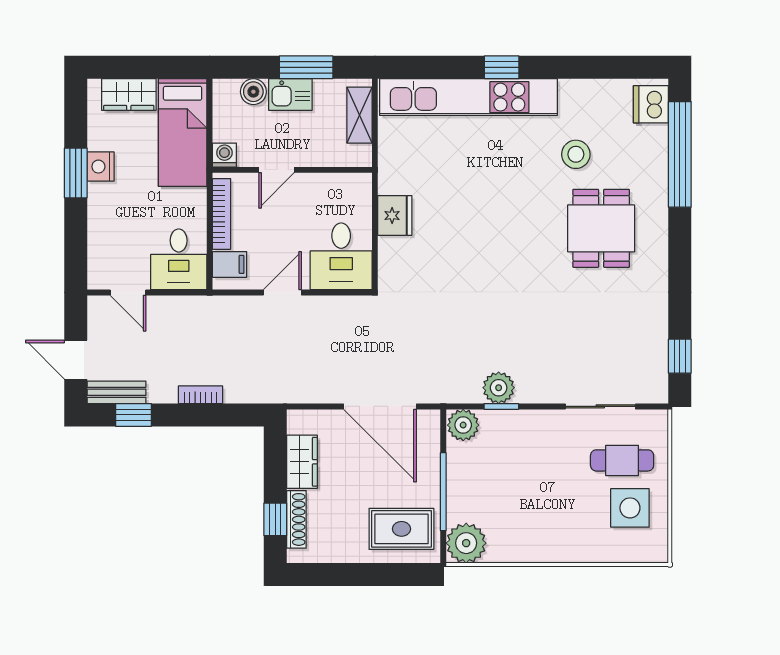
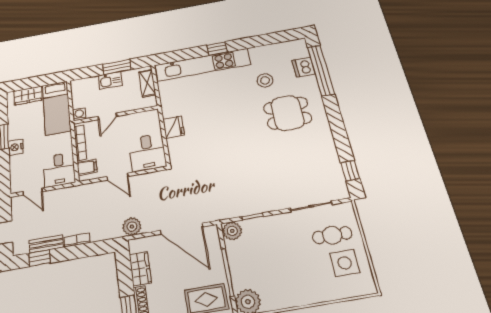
boiler: (253, 92) -> (91, 83), removed
dishwasher: (651, 104) -> (304, 67), moved
nightstand: (101, 167) -> (16, 147), moved
dining table: (601, 228) -> (288, 113), turned 90
door: (282, 292) -> (118, 177), swing flipped
plant: (499, 388) -> (132, 227), moved
bench: (117, 392) -> (46, 244), moved

